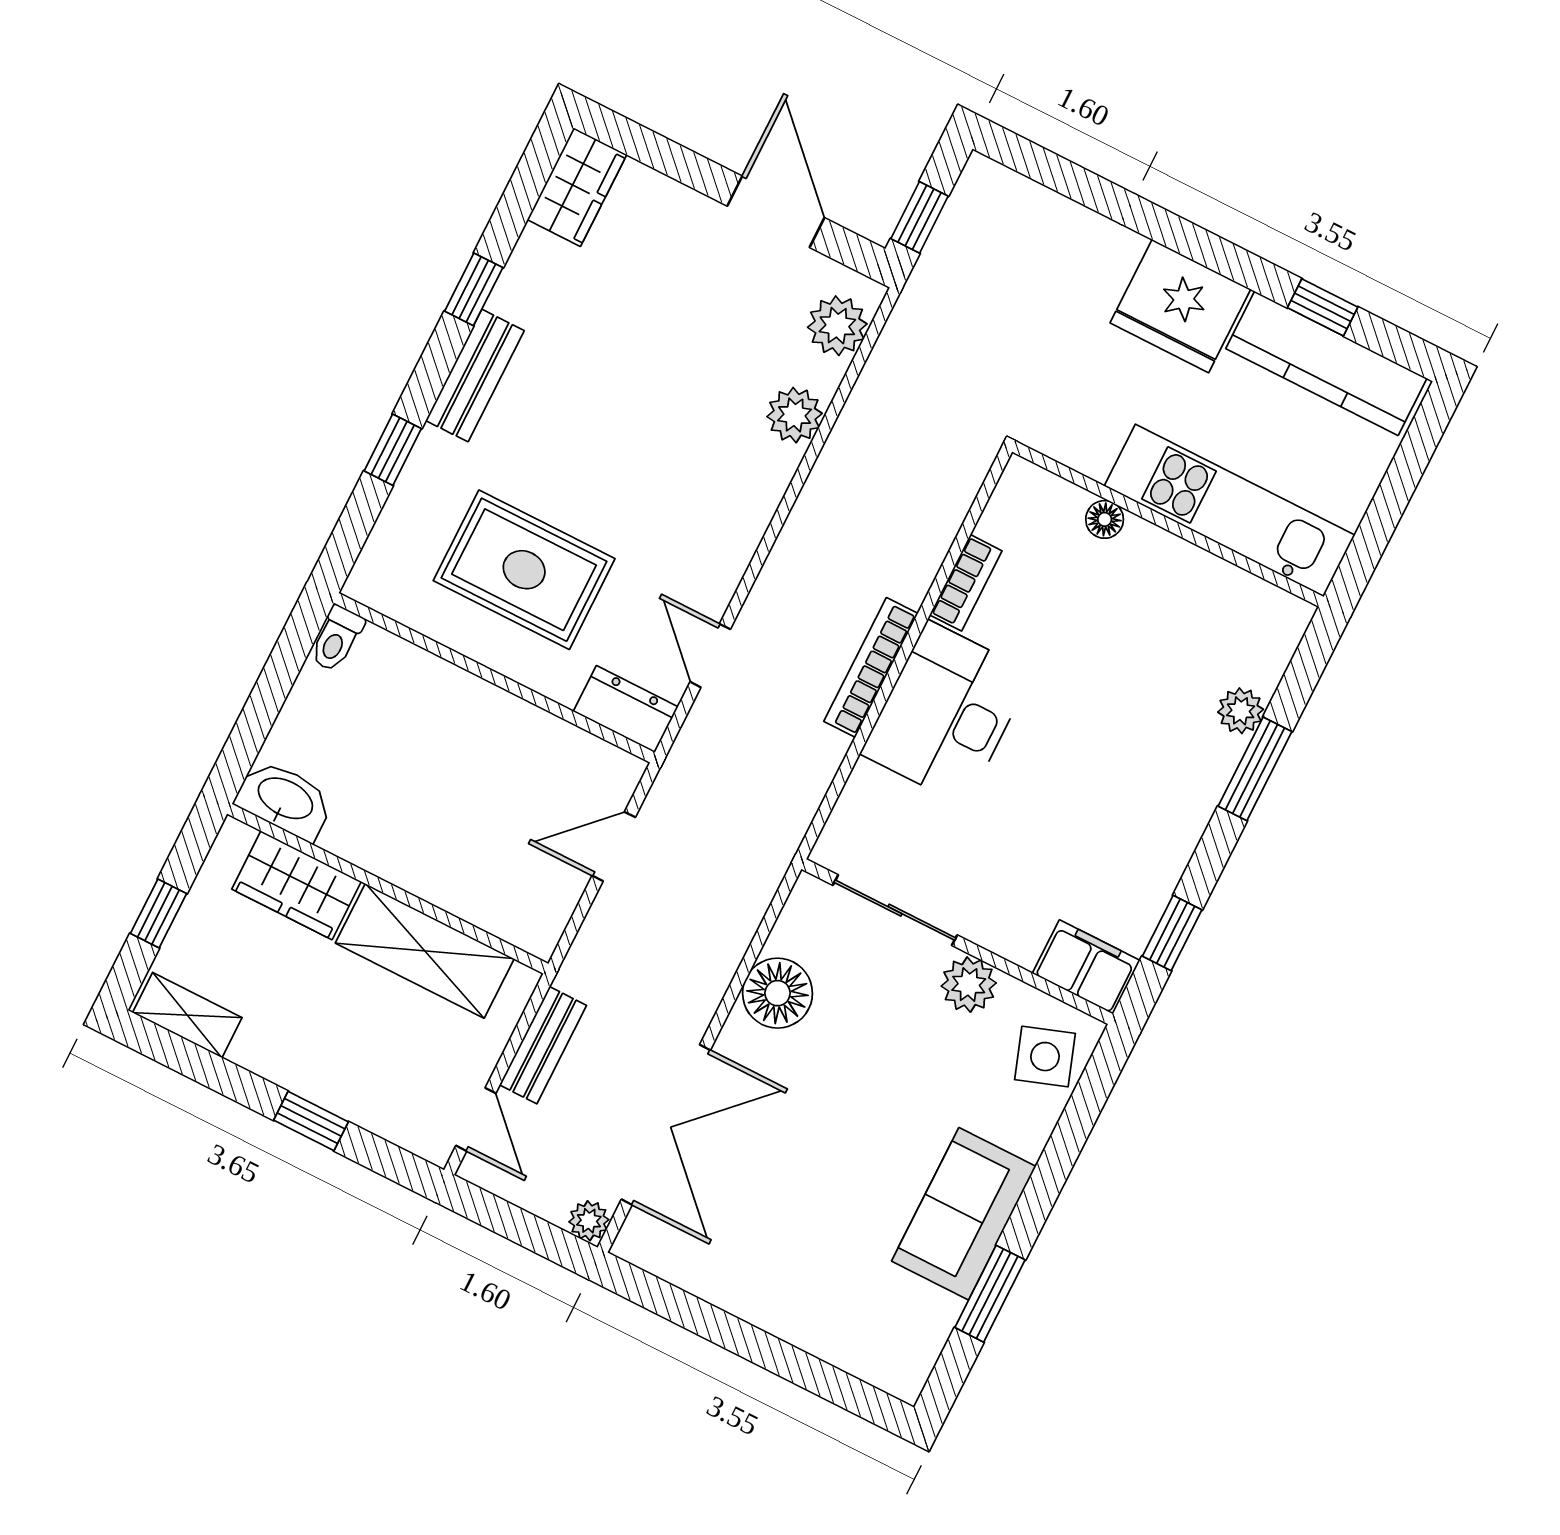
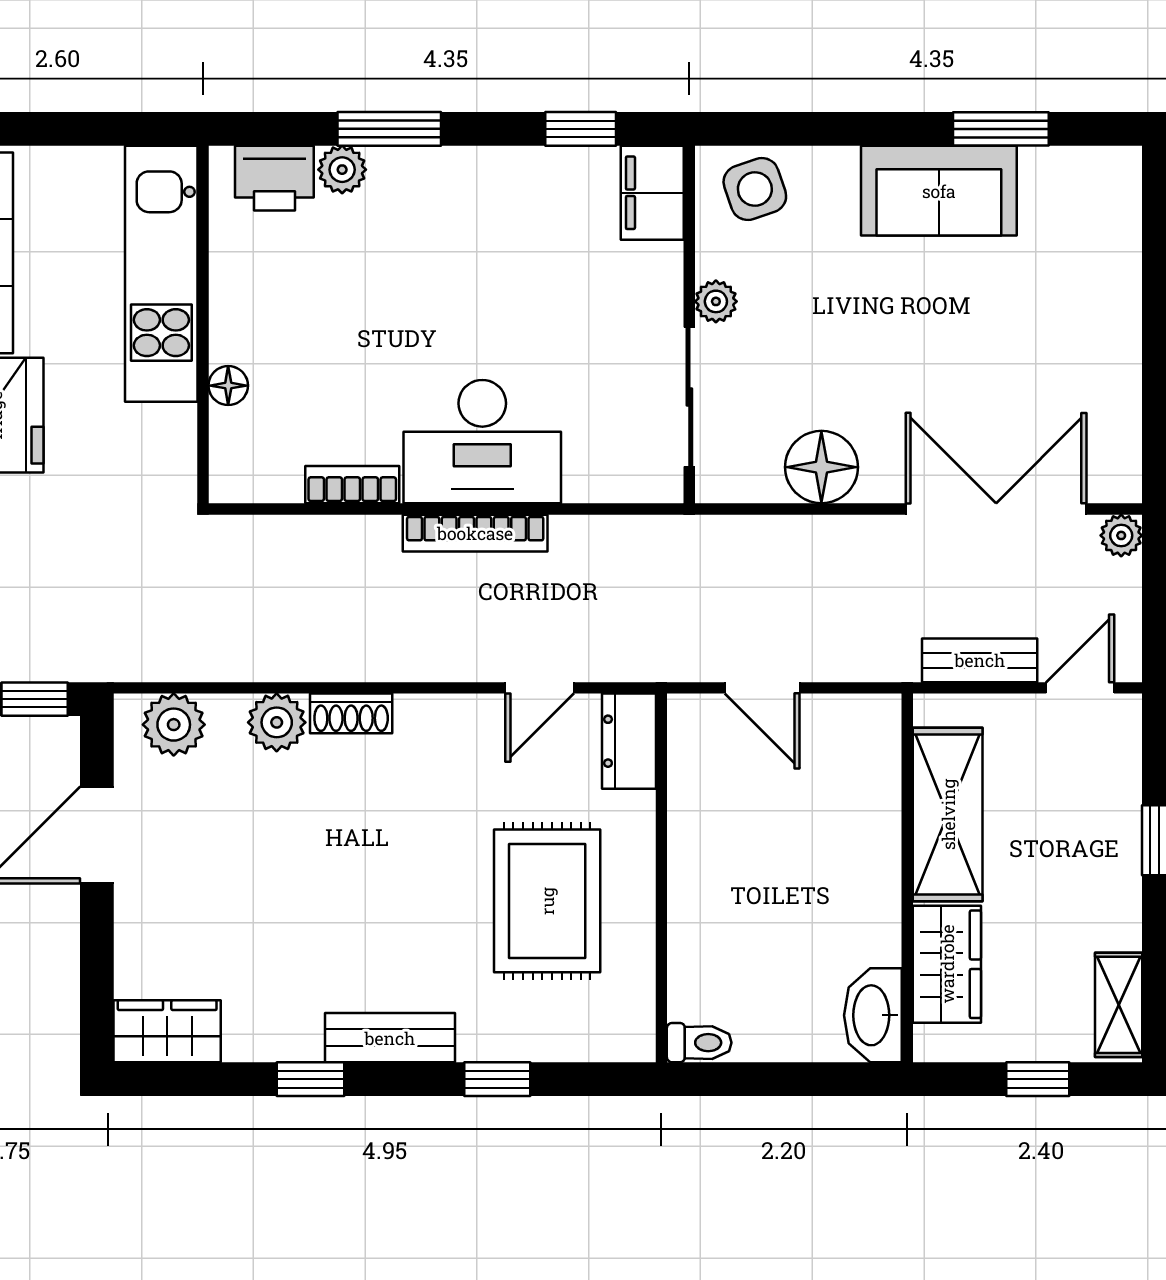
shoe rack: (770, 483) -> (351, 713), added
printer: (1263, 649) -> (274, 178), added
plant: (969, 985) -> (716, 301), width x0.73, depth x0.73

